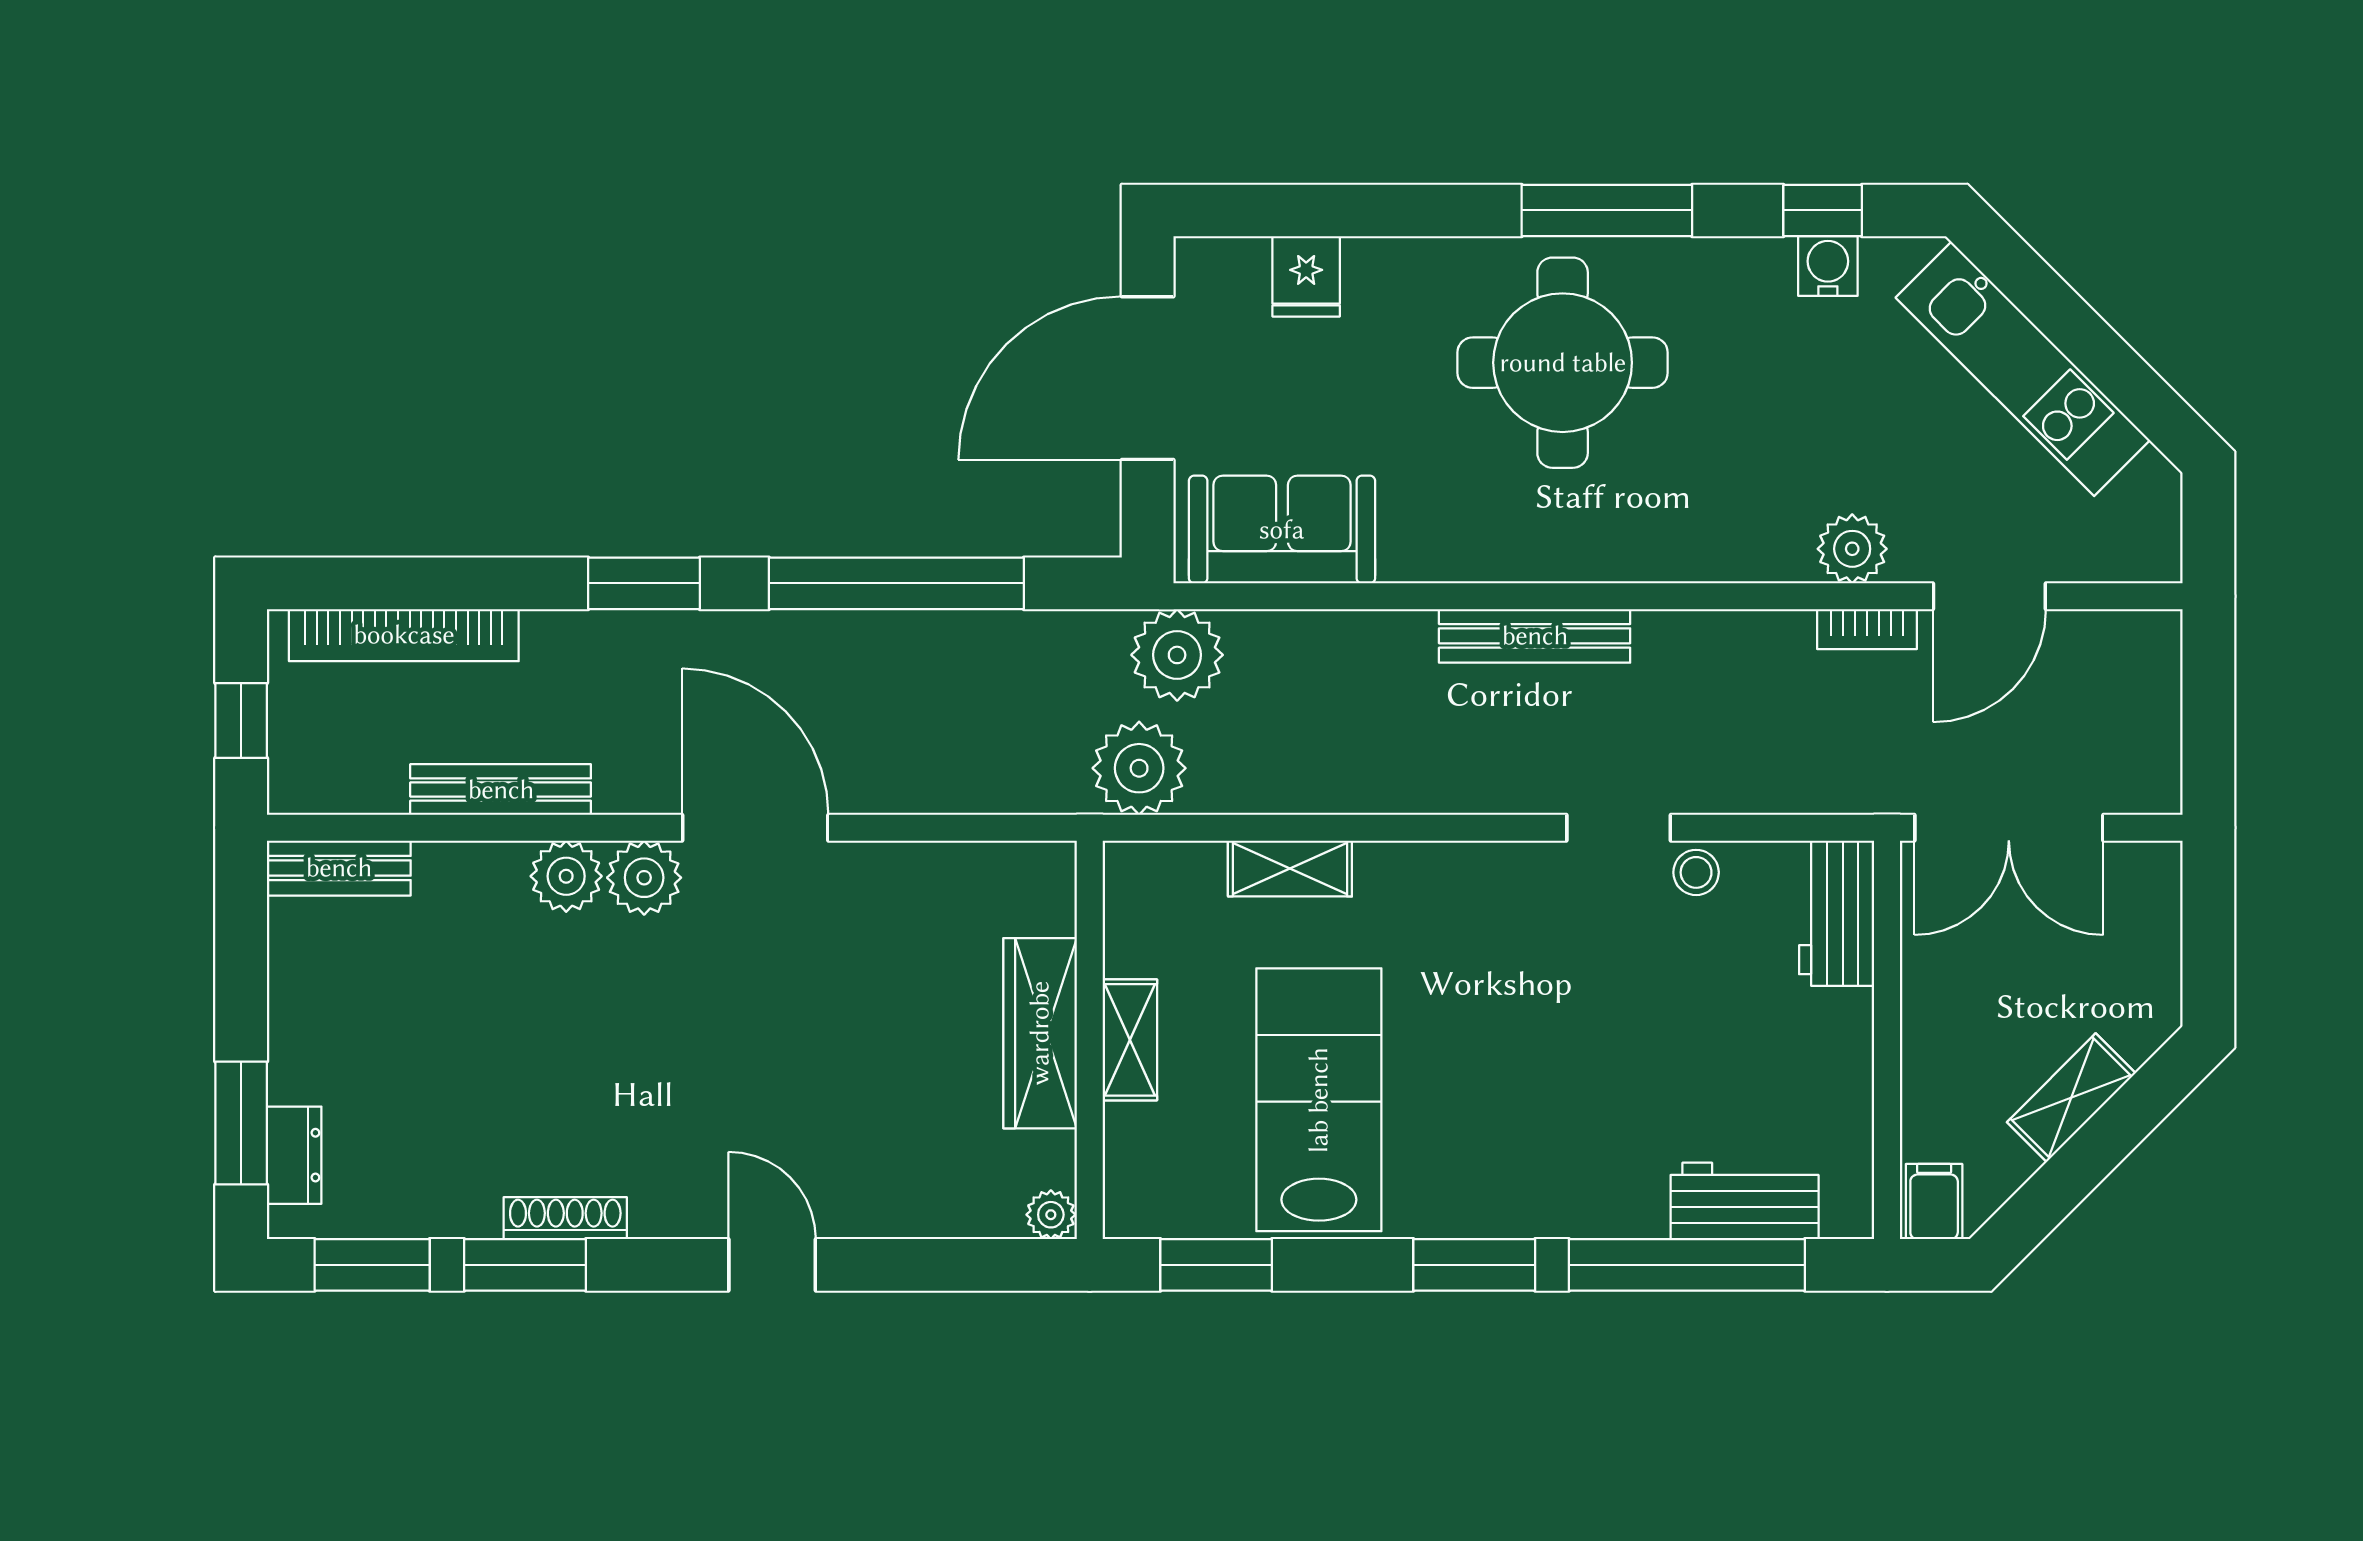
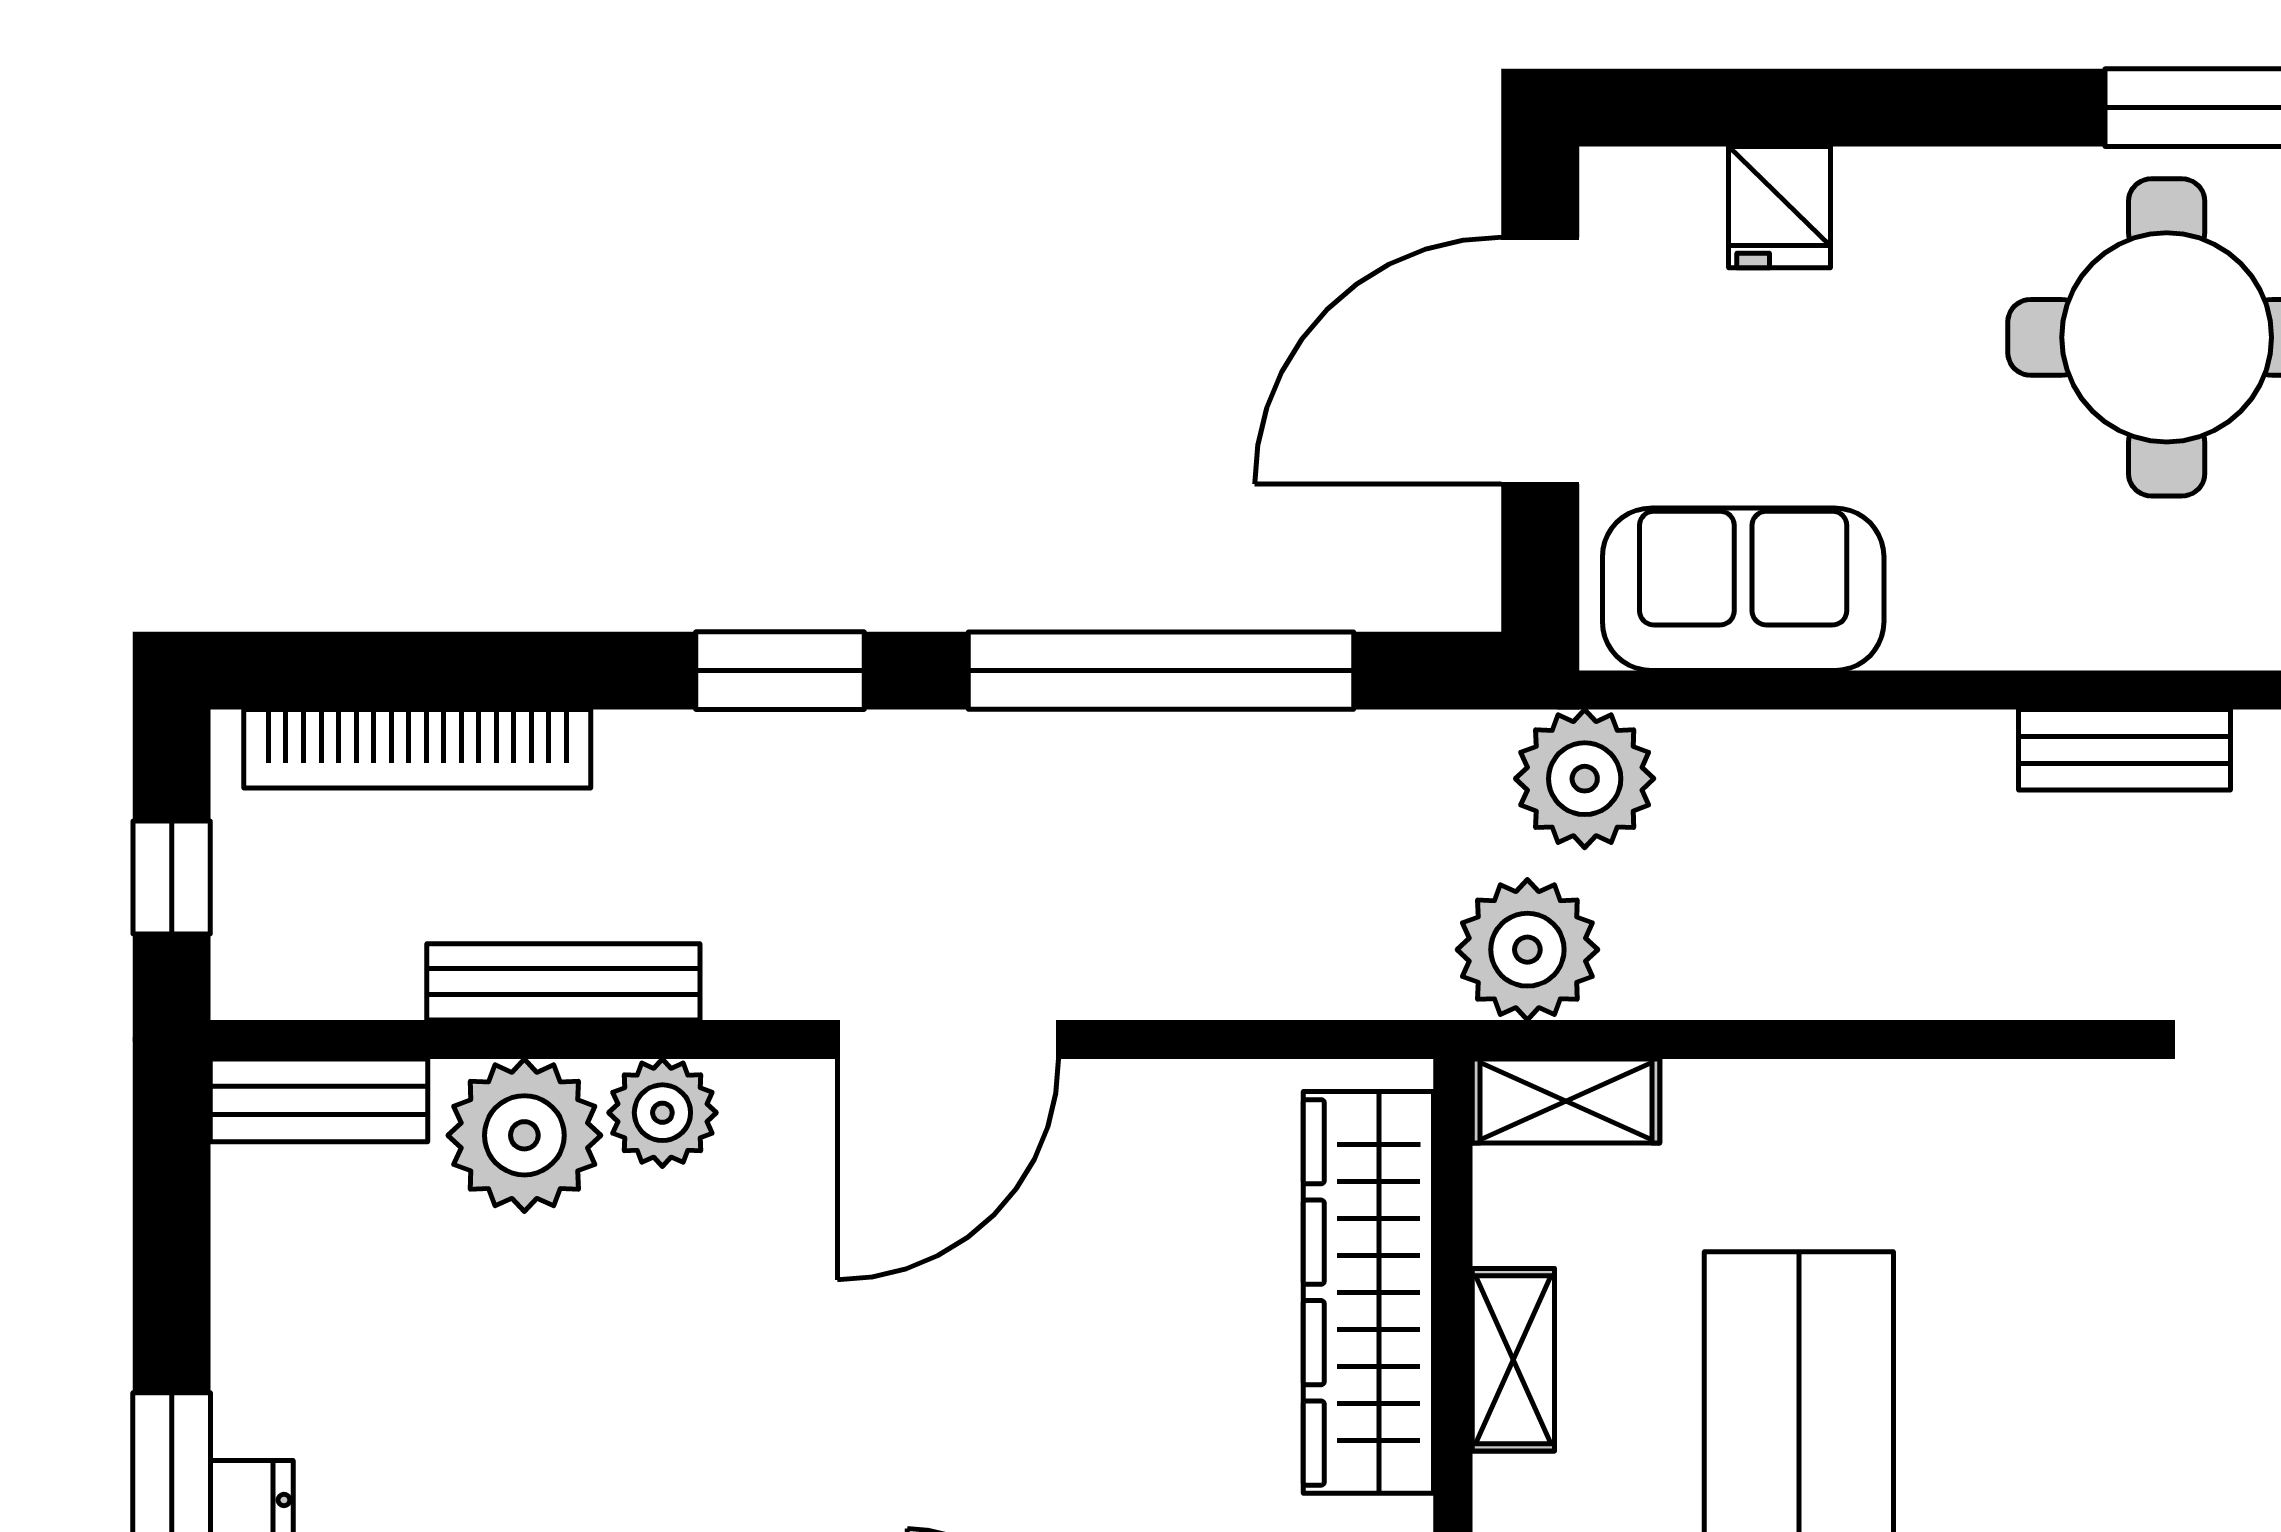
bench: (1535, 636) -> (2124, 750), width x0.73
door: (755, 828) -> (948, 1039), swing flipped
shelving: (1290, 868) -> (1566, 1101), moved
plant: (644, 878) -> (524, 1135), moved, width x1.36, depth x1.36
wardrobe: (1040, 1033) -> (1368, 1292), width x1.40, depth x1.17

